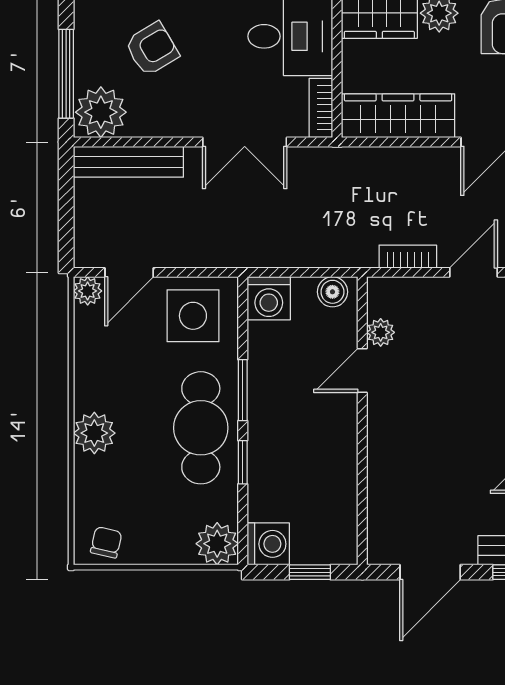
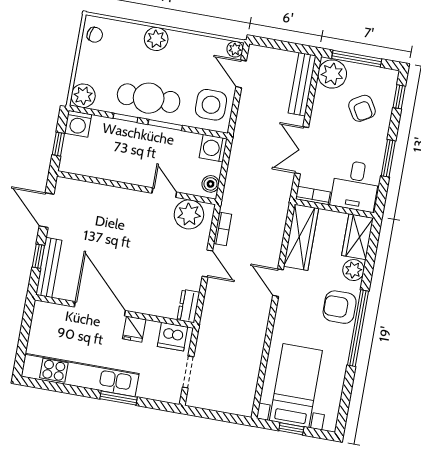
plant: (381, 332) -> (189, 214), width x1.88, depth x1.88

